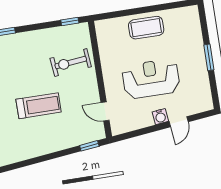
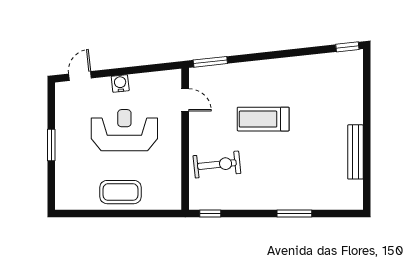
reception desk: (151, 79) -> (124, 130), turned 180
door: (179, 122) -> (80, 76), moved
window: (89, 146) -> (210, 62), width x1.50

